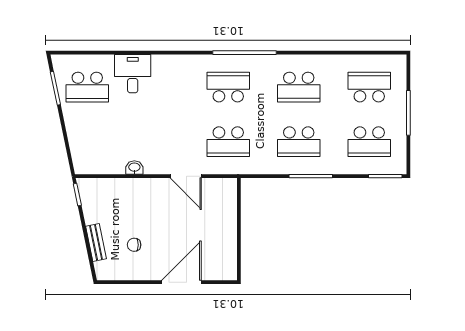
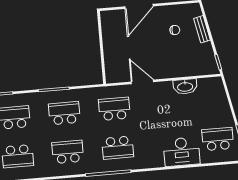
desk: (133, 74) -> (182, 152), width x1.37
washbasin: (134, 168) -> (185, 87), width x1.91, depth x1.45

